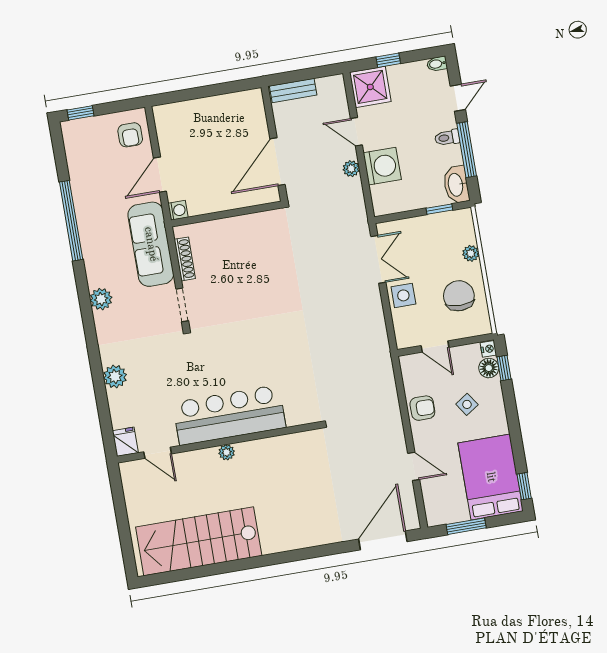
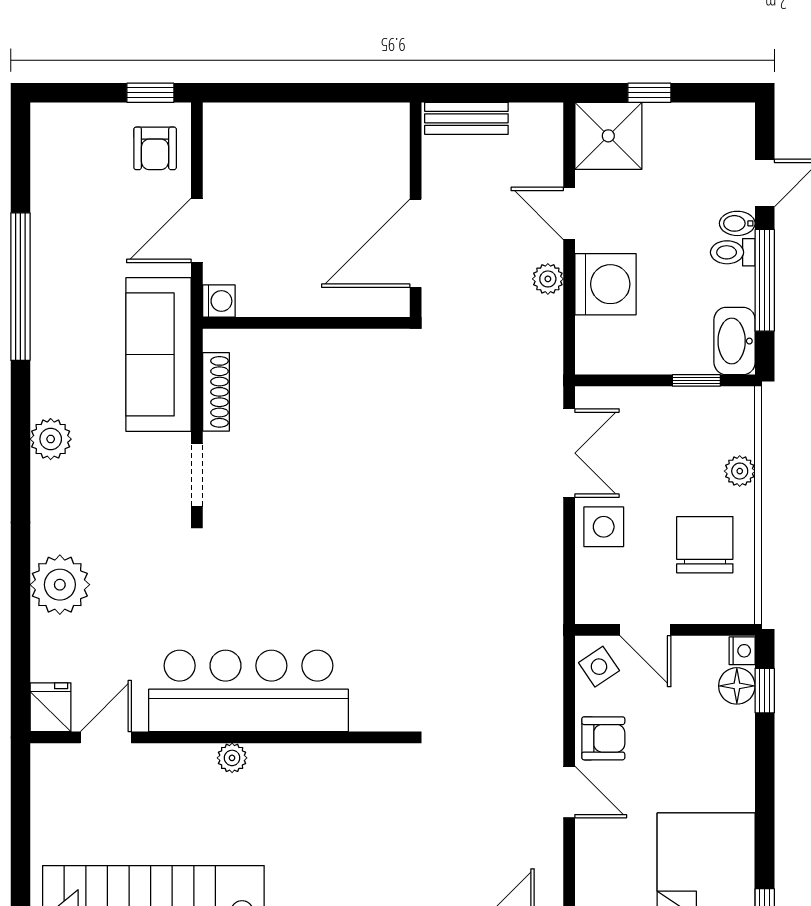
bidet: (437, 64) -> (737, 223), moved
window: (81, 113) -> (150, 93), moved
plant: (115, 376) -> (60, 585), width x1.36, depth x1.36
side table: (467, 404) -> (599, 667), moved
door: (158, 453) -> (106, 737), swing flipped
door: (414, 466) -> (569, 792), moved

